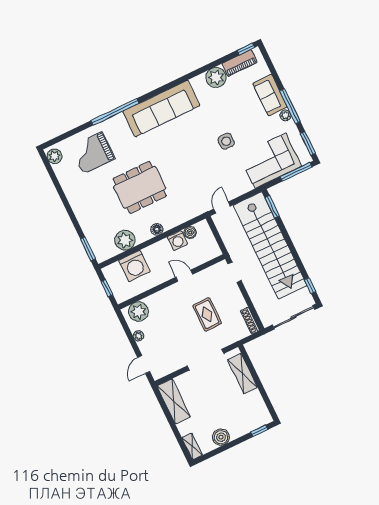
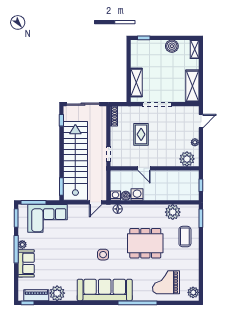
side table: (226, 141) -> (103, 255), moved
grand piano: (93, 153) -> (166, 282), turned 180
coffee table: (96, 218) -> (185, 237), added
floor lamp: (157, 229) -> (118, 209), moved
washing machine: (134, 266) -> (115, 196), moved, width x0.53, depth x0.53

